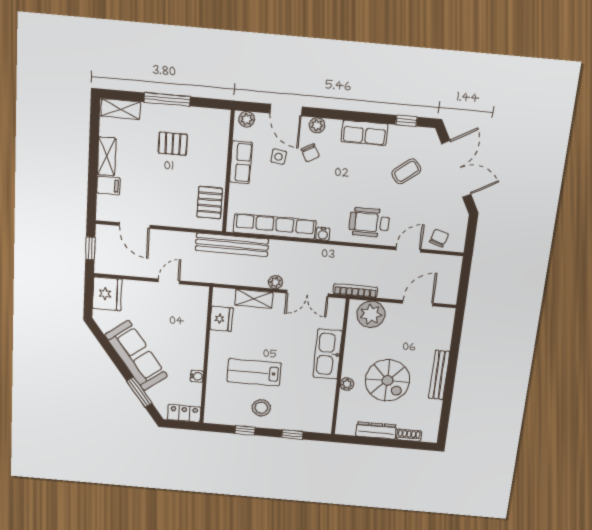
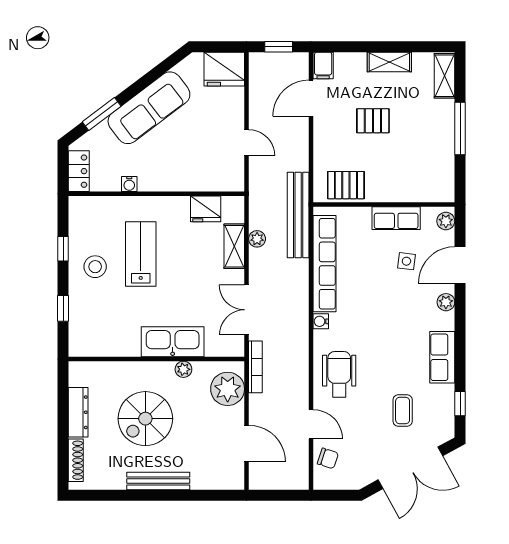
pallet: (173, 144) -> (373, 121), moved, turned 90
chair: (310, 153) -> (414, 297), removed
coffee table: (406, 171) -> (403, 410), turned 38
filing cabinet: (109, 186) -> (323, 66), moved
plant: (275, 282) -> (257, 239), moved
plant: (347, 384) -> (183, 369), moved
shoe rack: (409, 435) -> (76, 460), width x1.43

